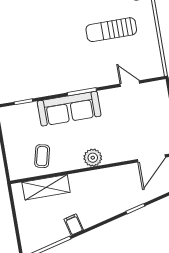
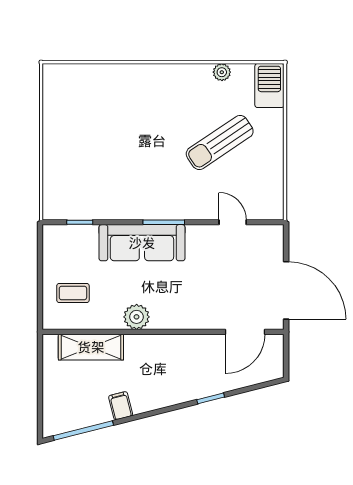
sun lounger: (111, 30) -> (220, 142), turned -34
coffee table: (42, 156) -> (73, 293), moved, turned 76
plant: (93, 158) -> (137, 317), moved

